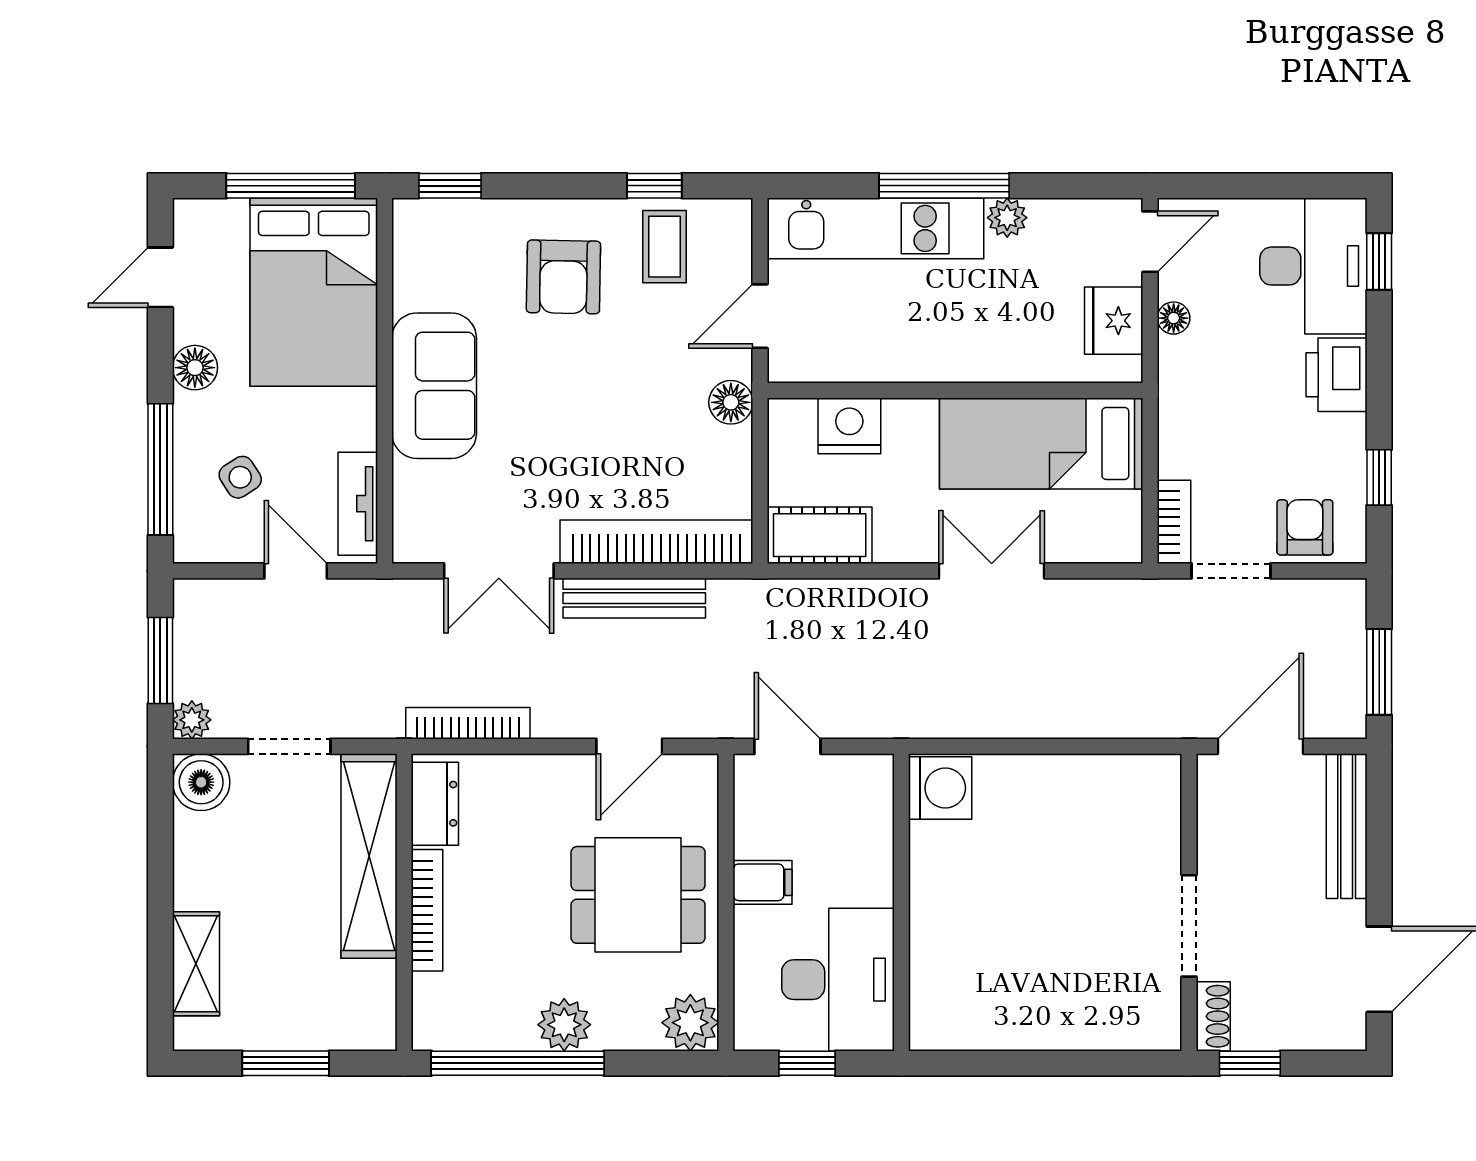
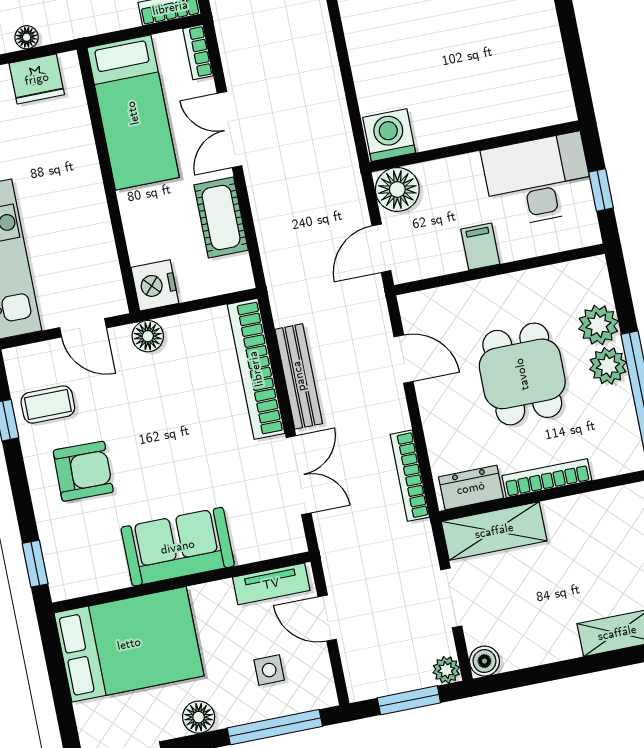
window: (291, 186) -> (58, 675), removed
nightstand: (849, 426) -> (155, 285), moved
side table: (240, 477) -> (269, 670), turned 33
cot: (820, 535) -> (221, 217), moved
bookcase: (1106, 549) -> (198, 52), added
door: (296, 571) -> (327, 618), hinge flipped
boiler: (201, 782) -> (484, 661), width x0.73, depth x0.73
floor lamp: (863, 784) -> (397, 189), added
shelving: (369, 856) -> (494, 531), width x0.68
dining table: (638, 895) -> (522, 374), moved
plant: (690, 1023) -> (598, 325), moved

